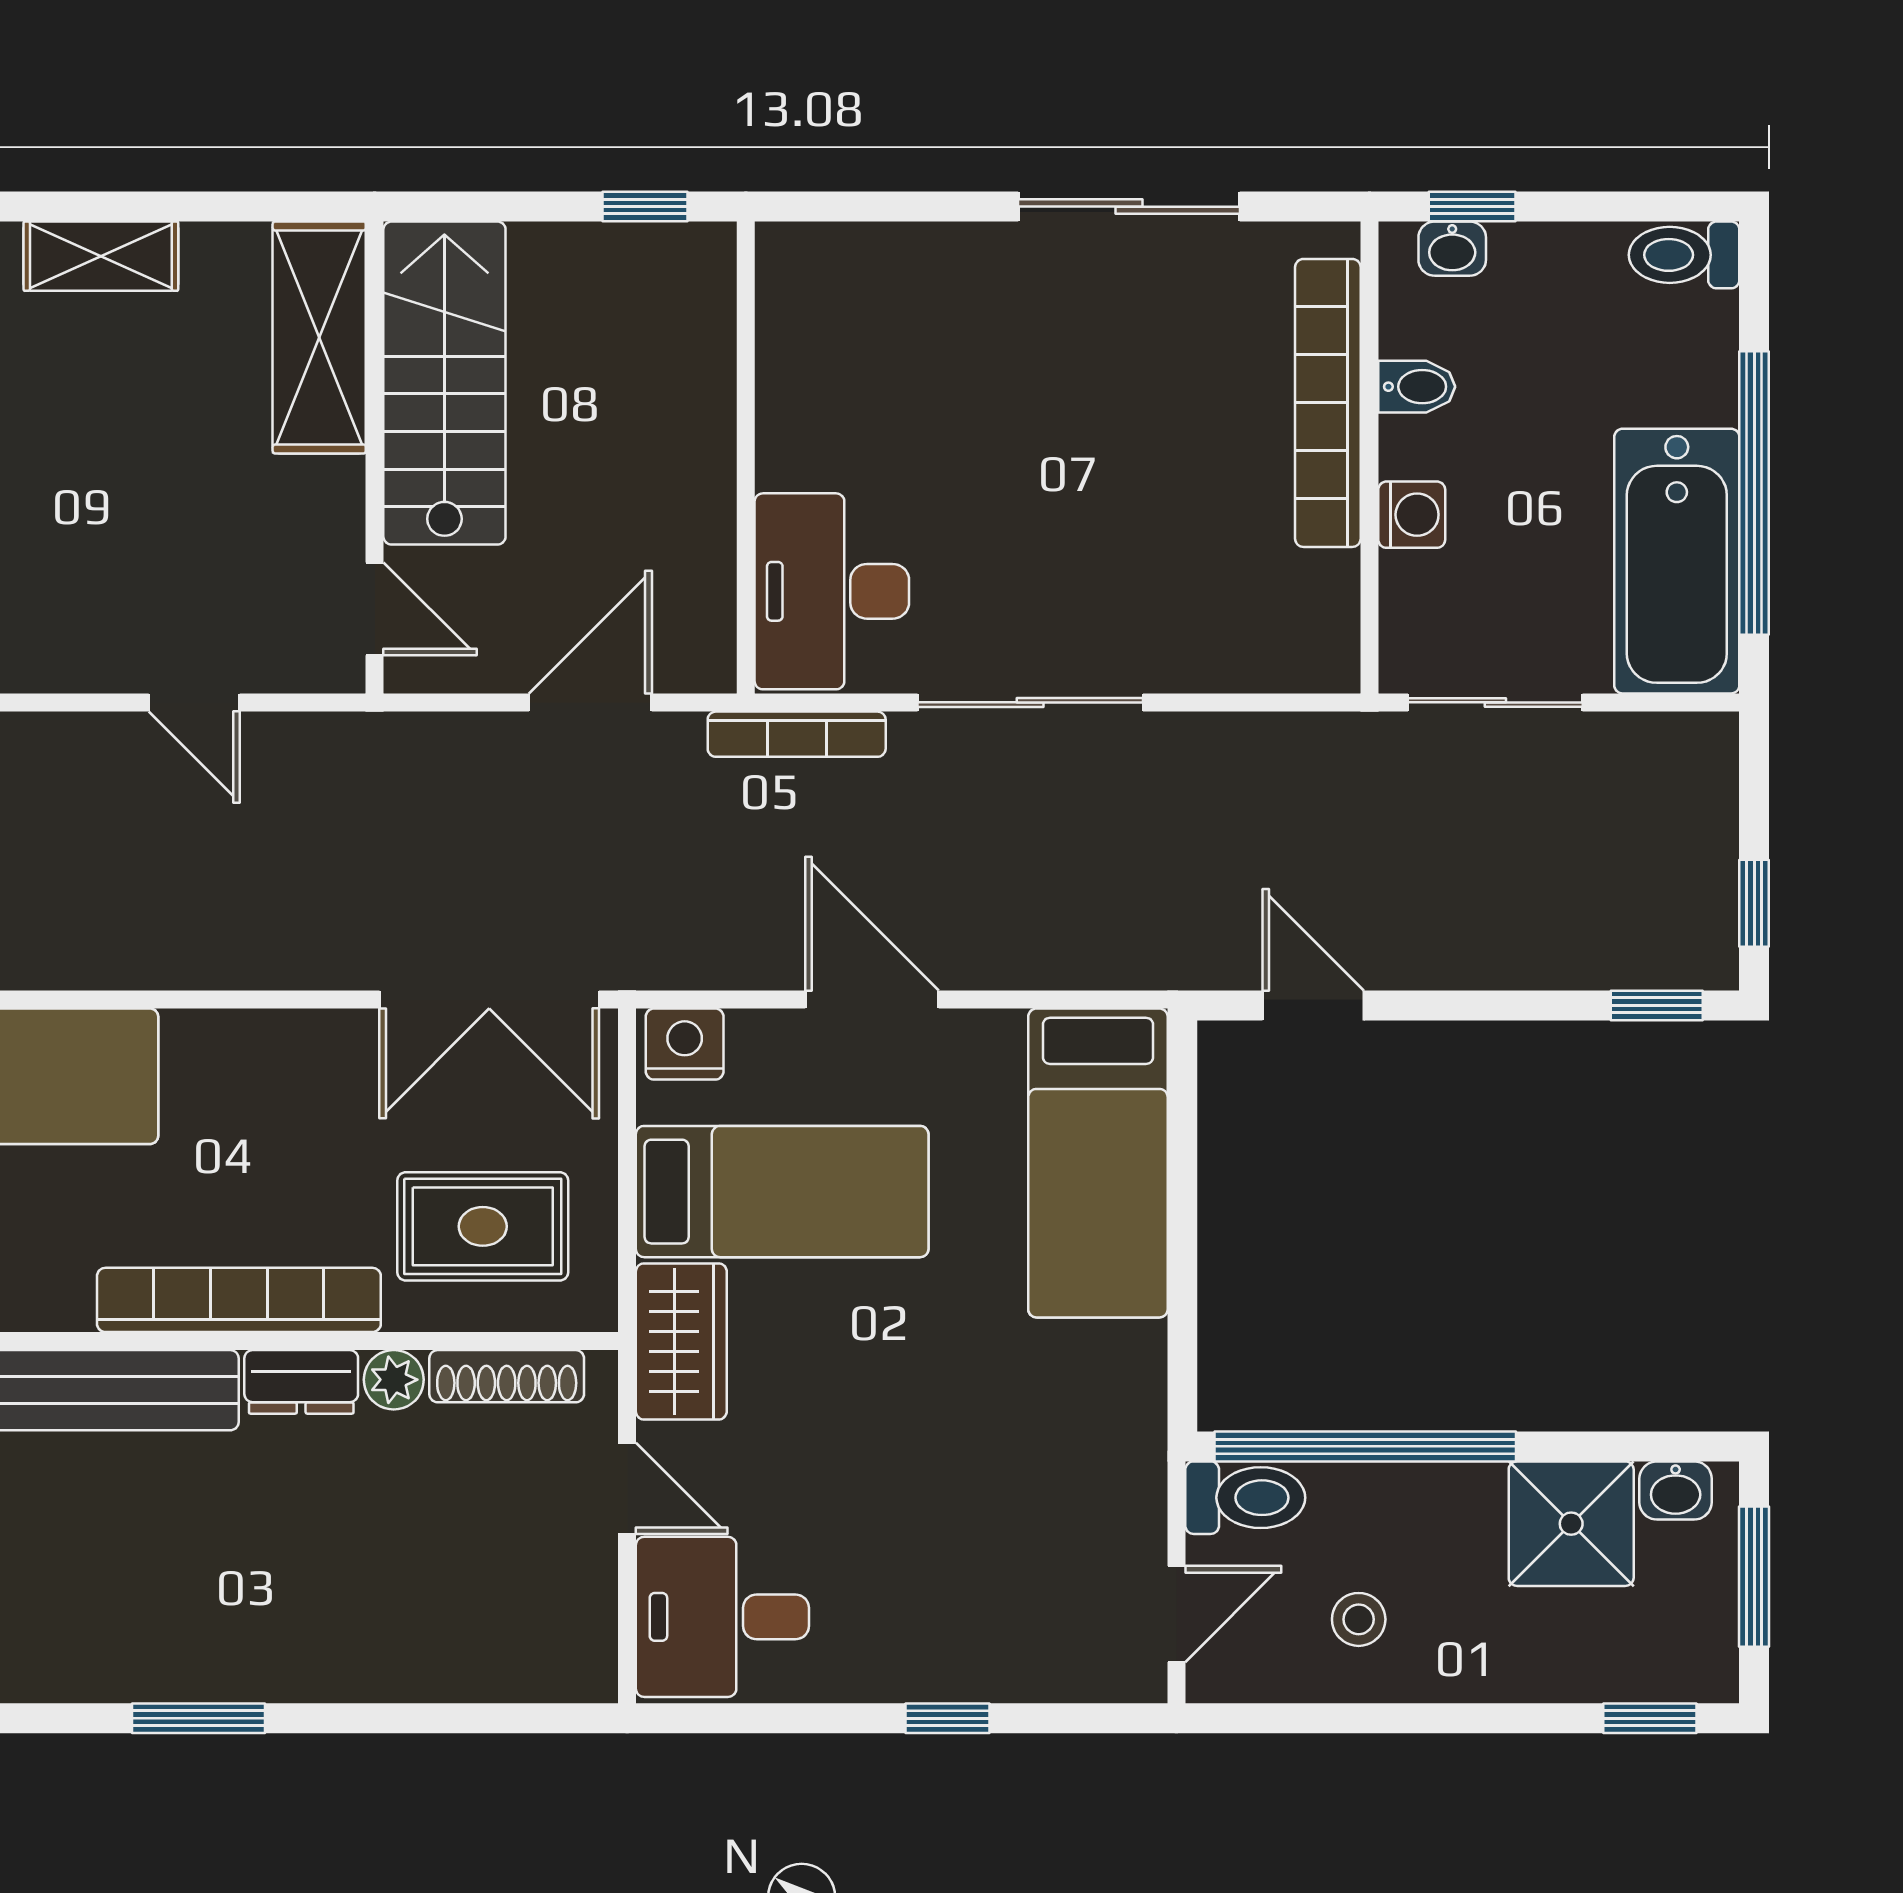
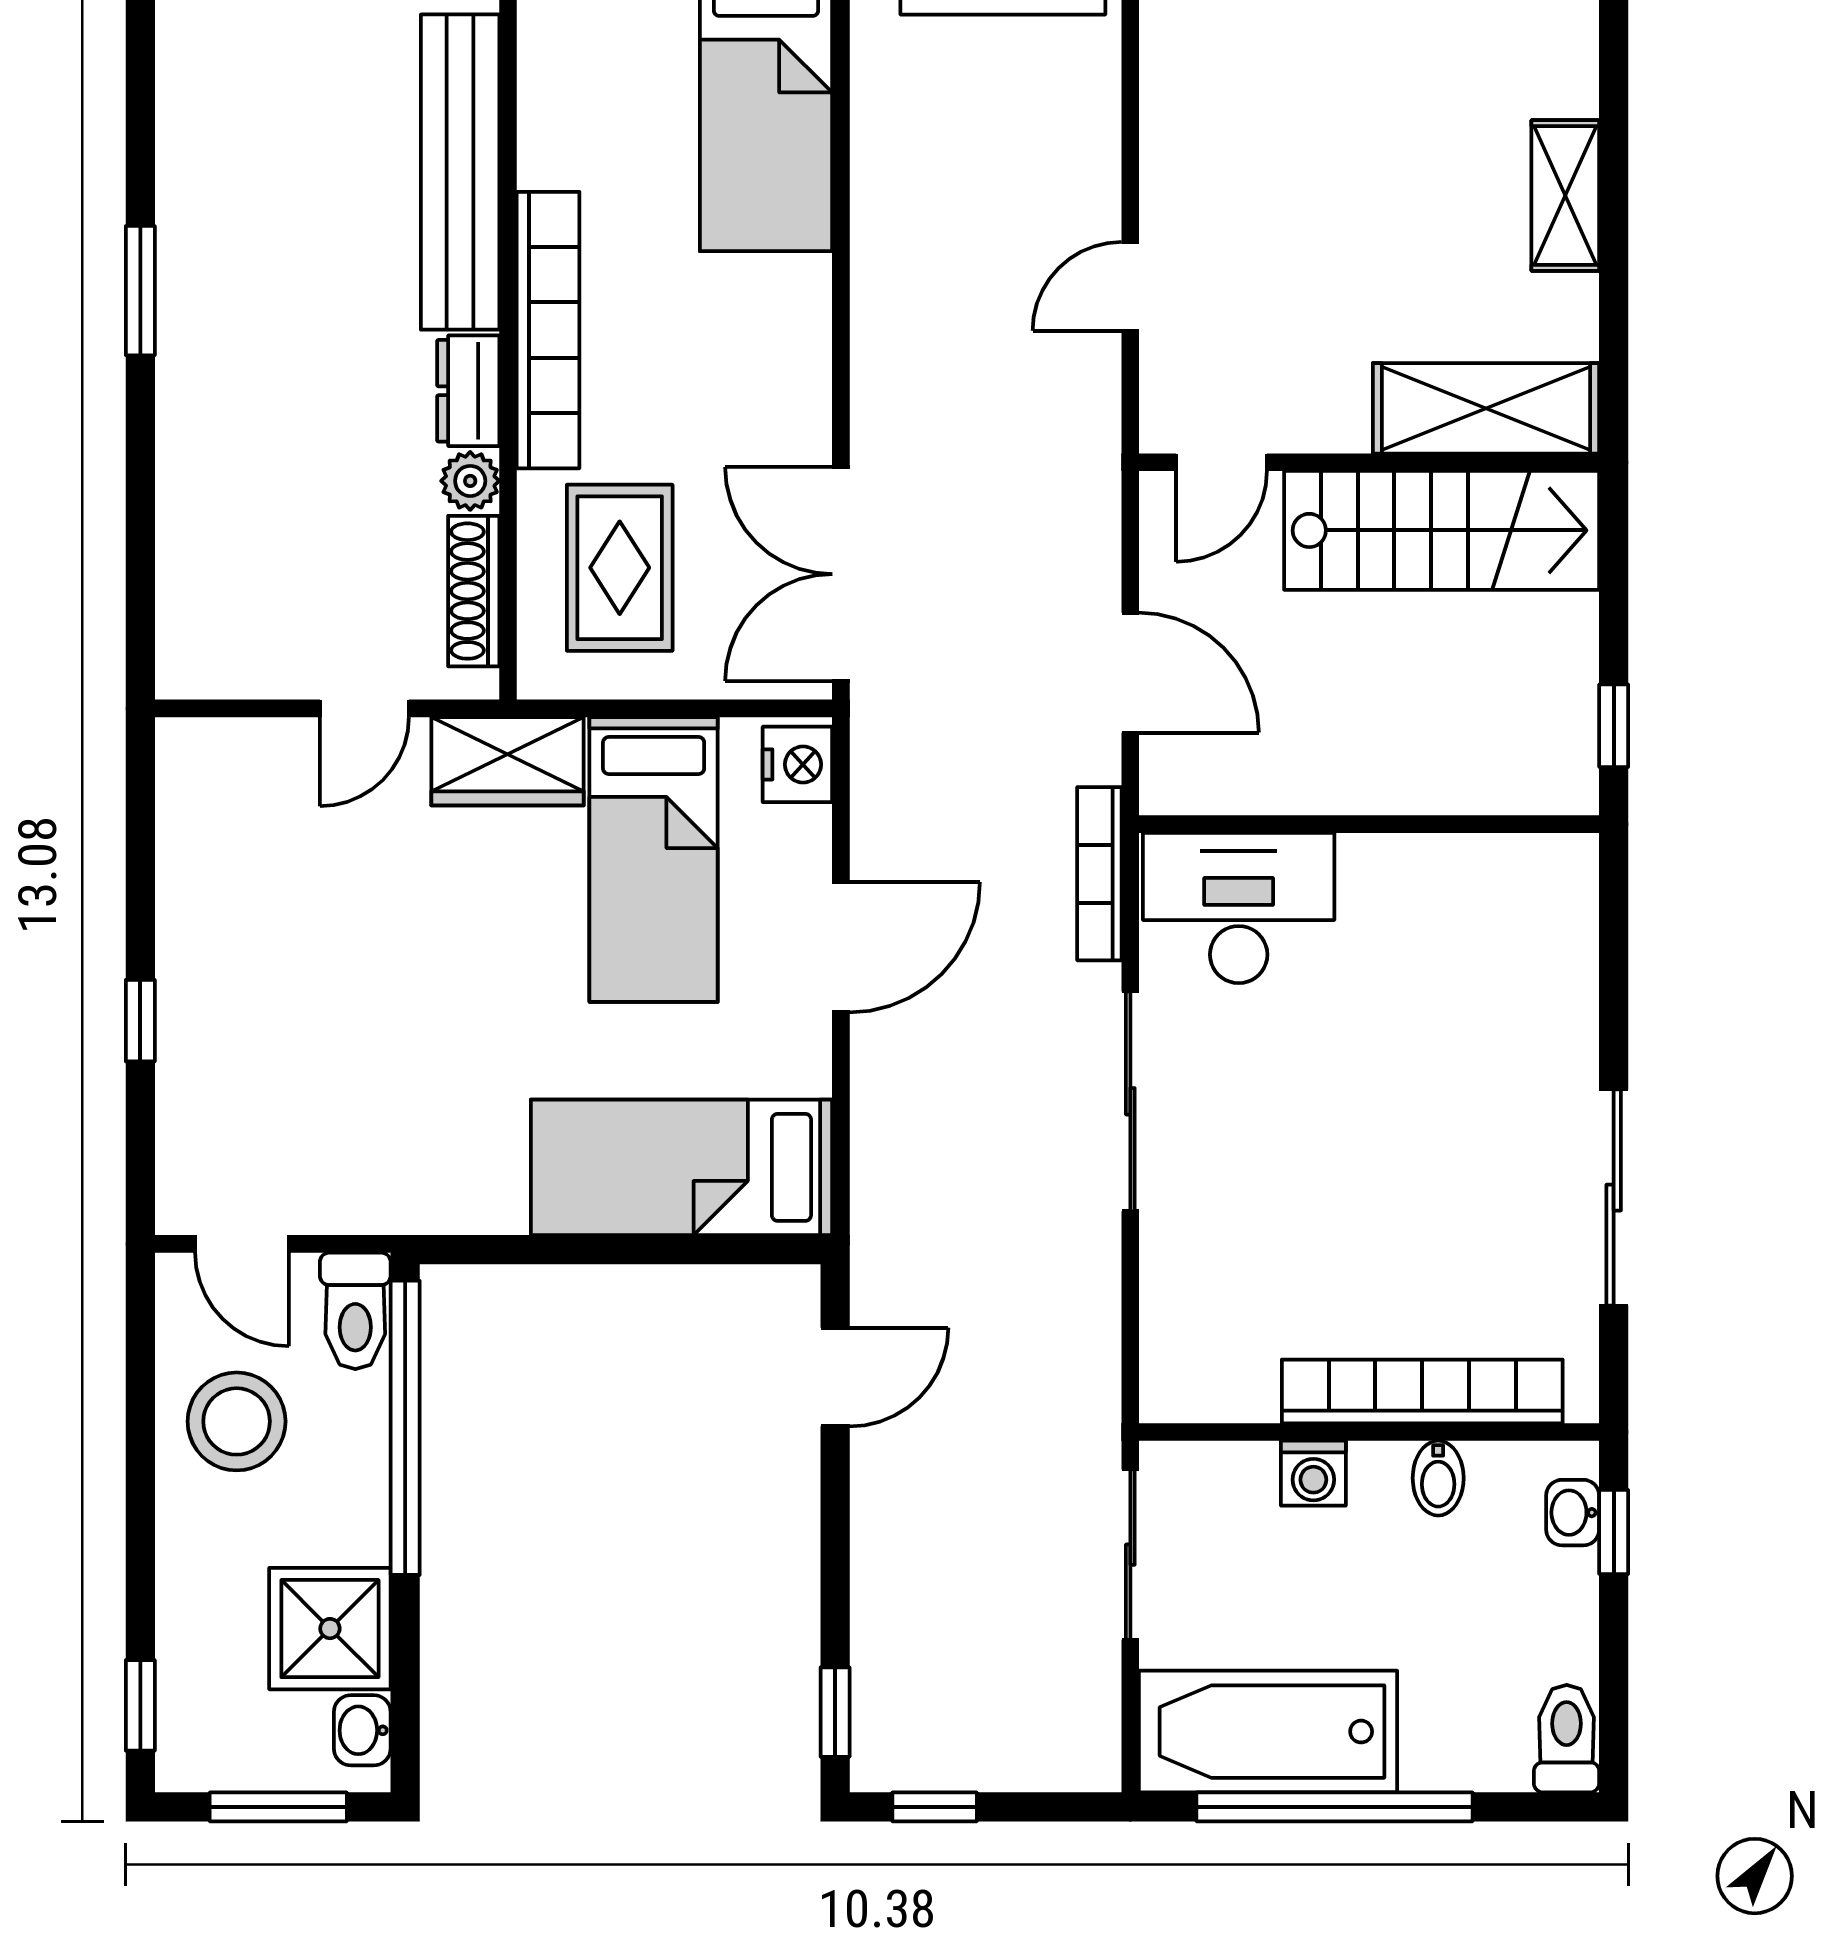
desk: (722, 1617) -> (239, 801), removed
stool: (1359, 1619) -> (237, 1421), width x1.89, depth x1.89

